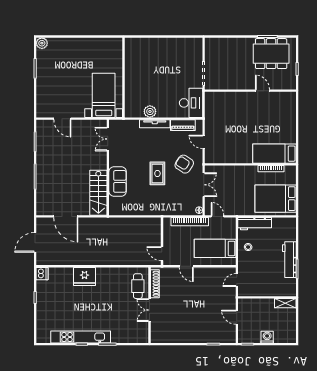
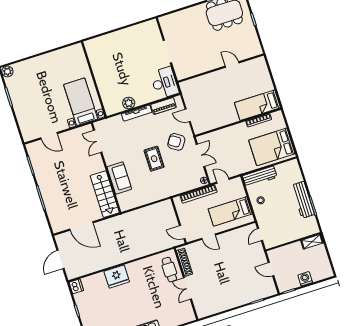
wall: (250, 91) -> (221, 68), moved
door: (263, 91) -> (232, 64), moved

